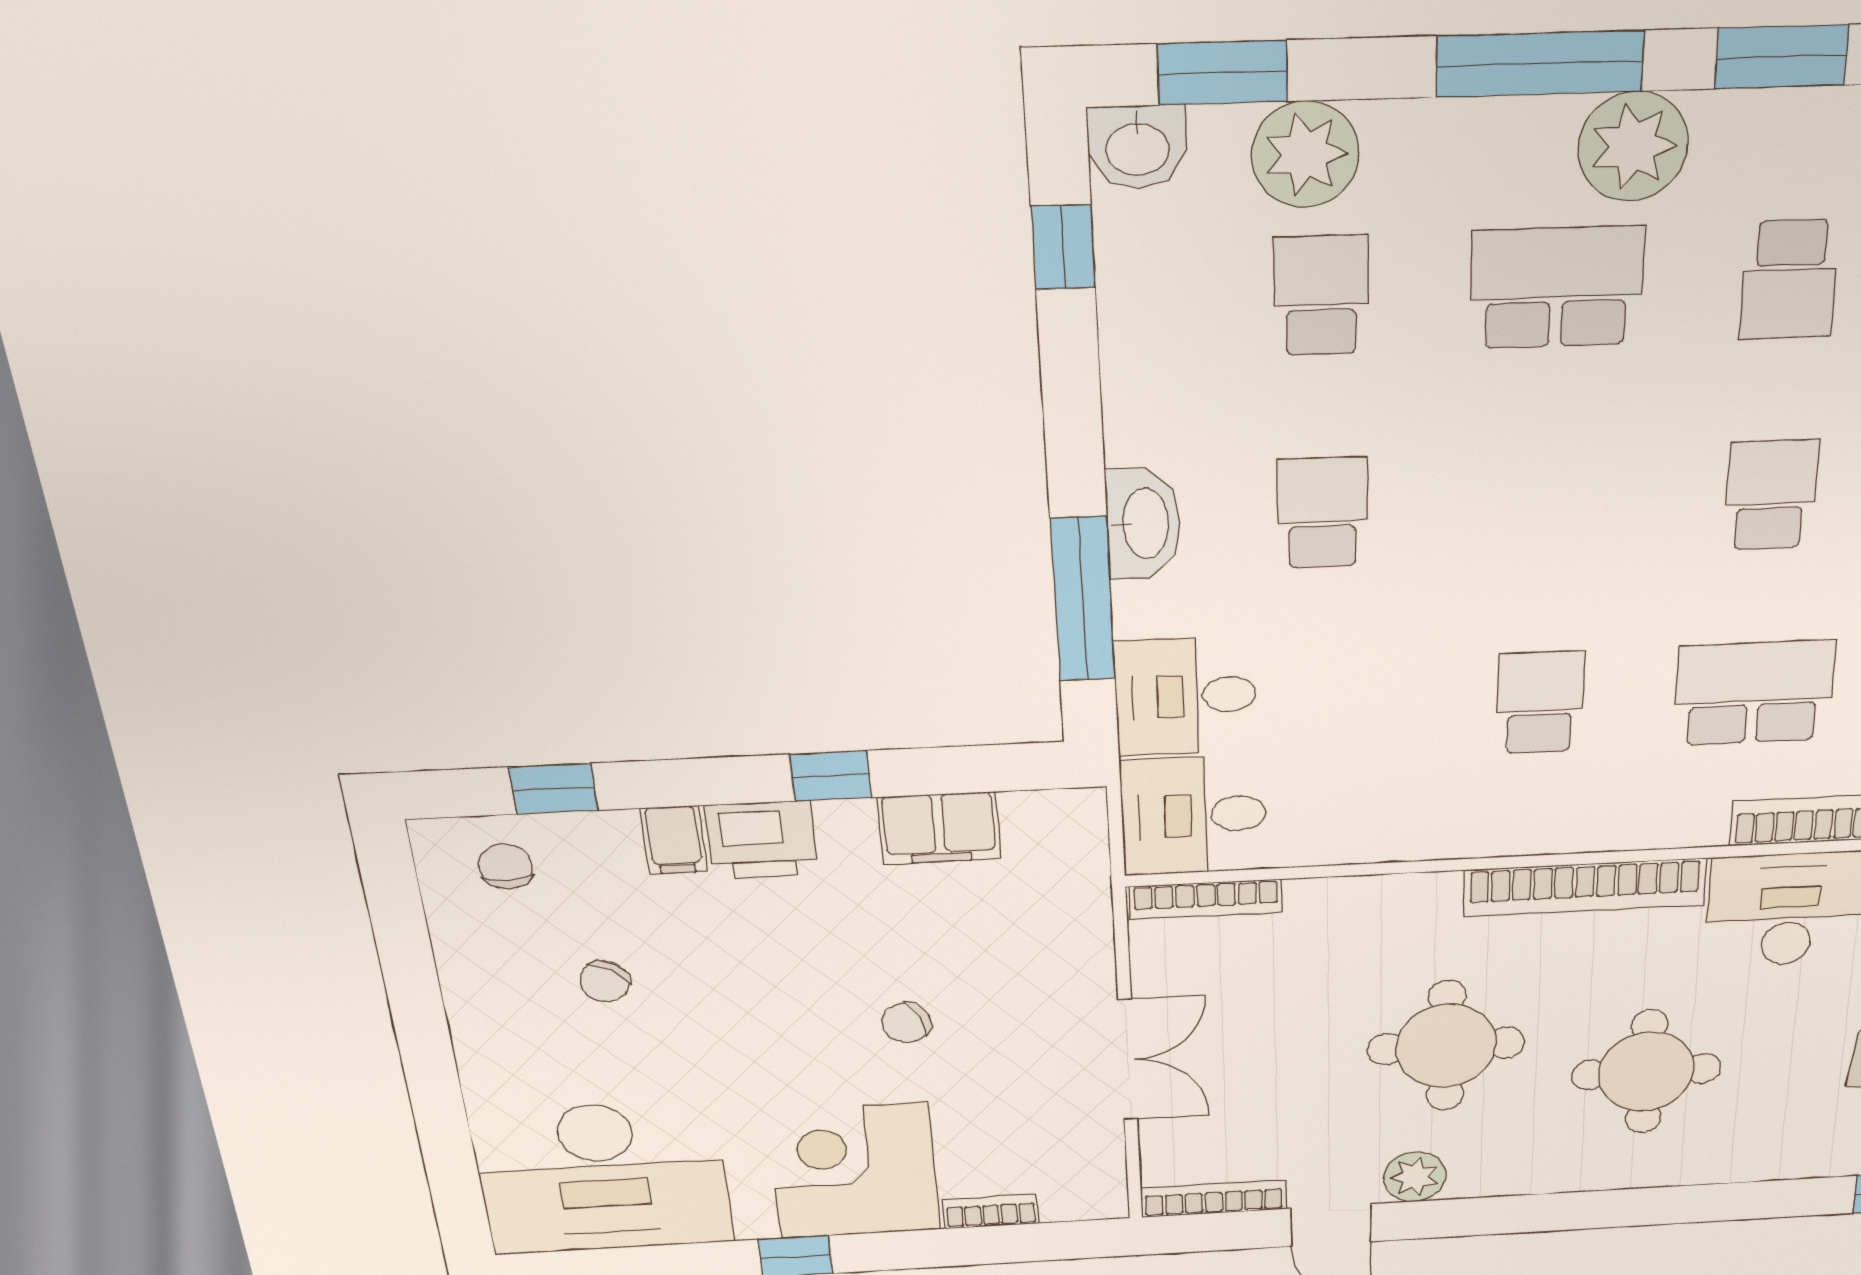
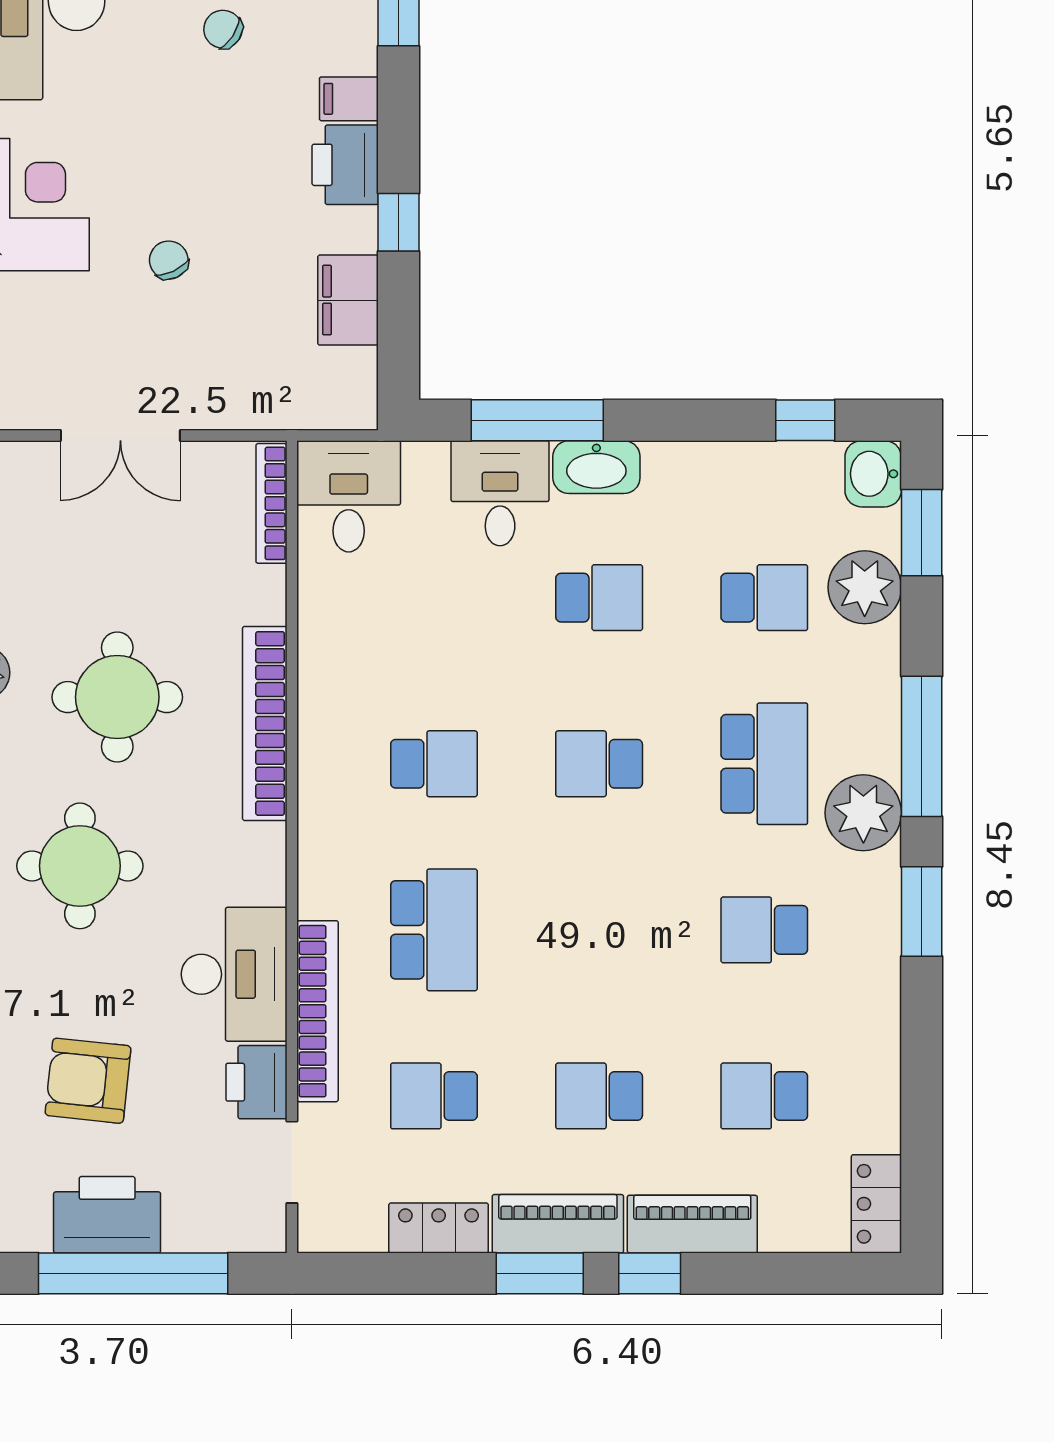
school desk: (1771, 495) -> (599, 764), moved, turned 180
desk: (1186, 696) -> (500, 493), moved
bookcase: (1585, 887) -> (265, 723), moved

